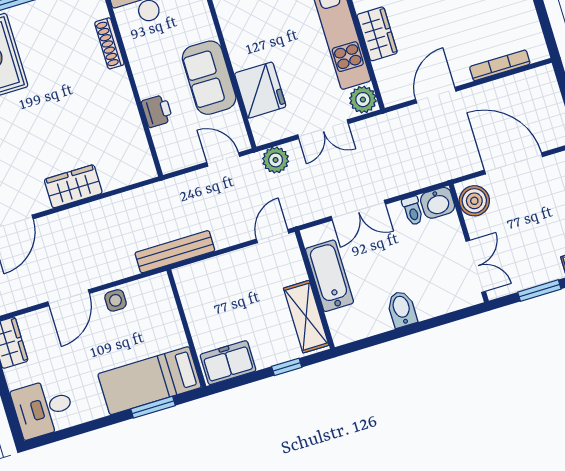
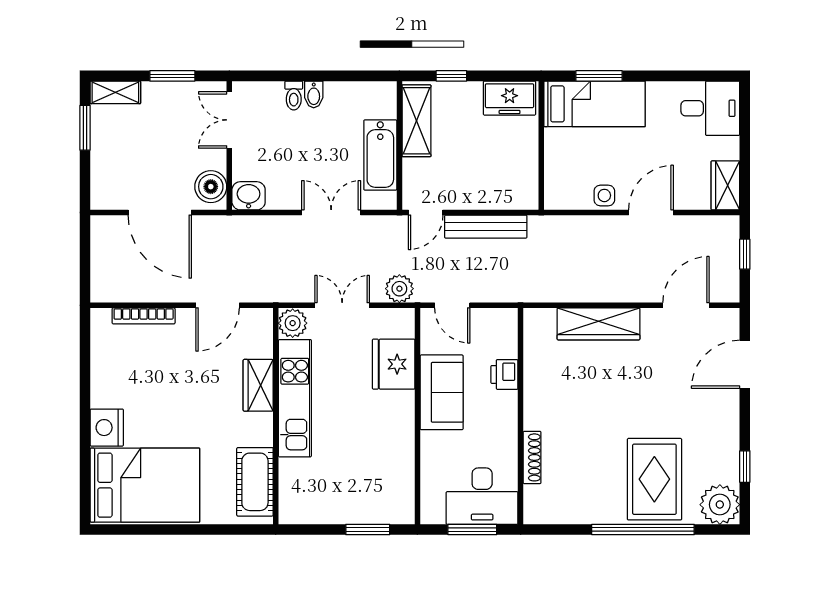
wardrobe: (73, 186) -> (598, 324), width x1.50
toilet: (413, 211) -> (294, 96), moved, turned 180
bench: (175, 252) -> (486, 227), moved
bidet: (402, 309) -> (314, 94), width x0.72, depth x0.74

